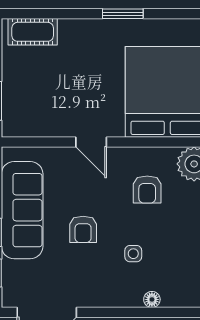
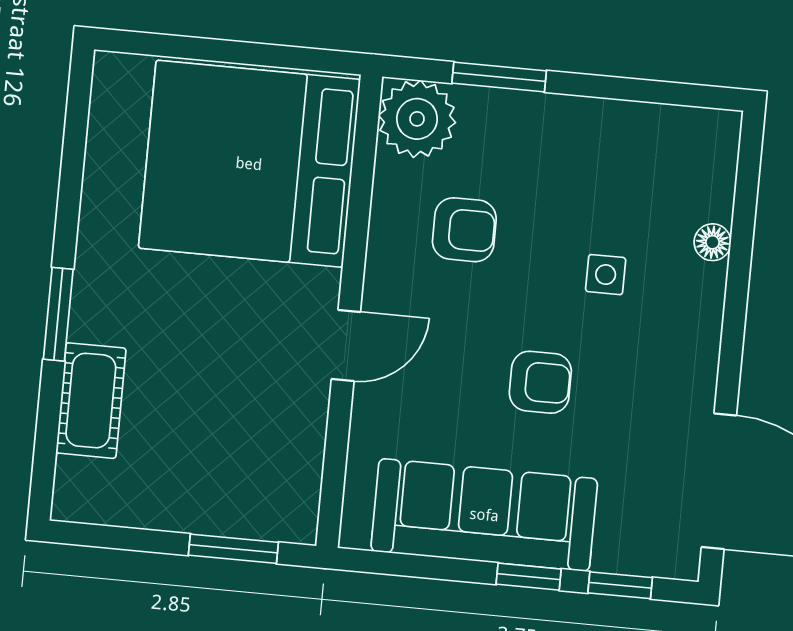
window: (123, 14) -> (58, 314), moved
cot: (33, 32) -> (91, 401), moved

